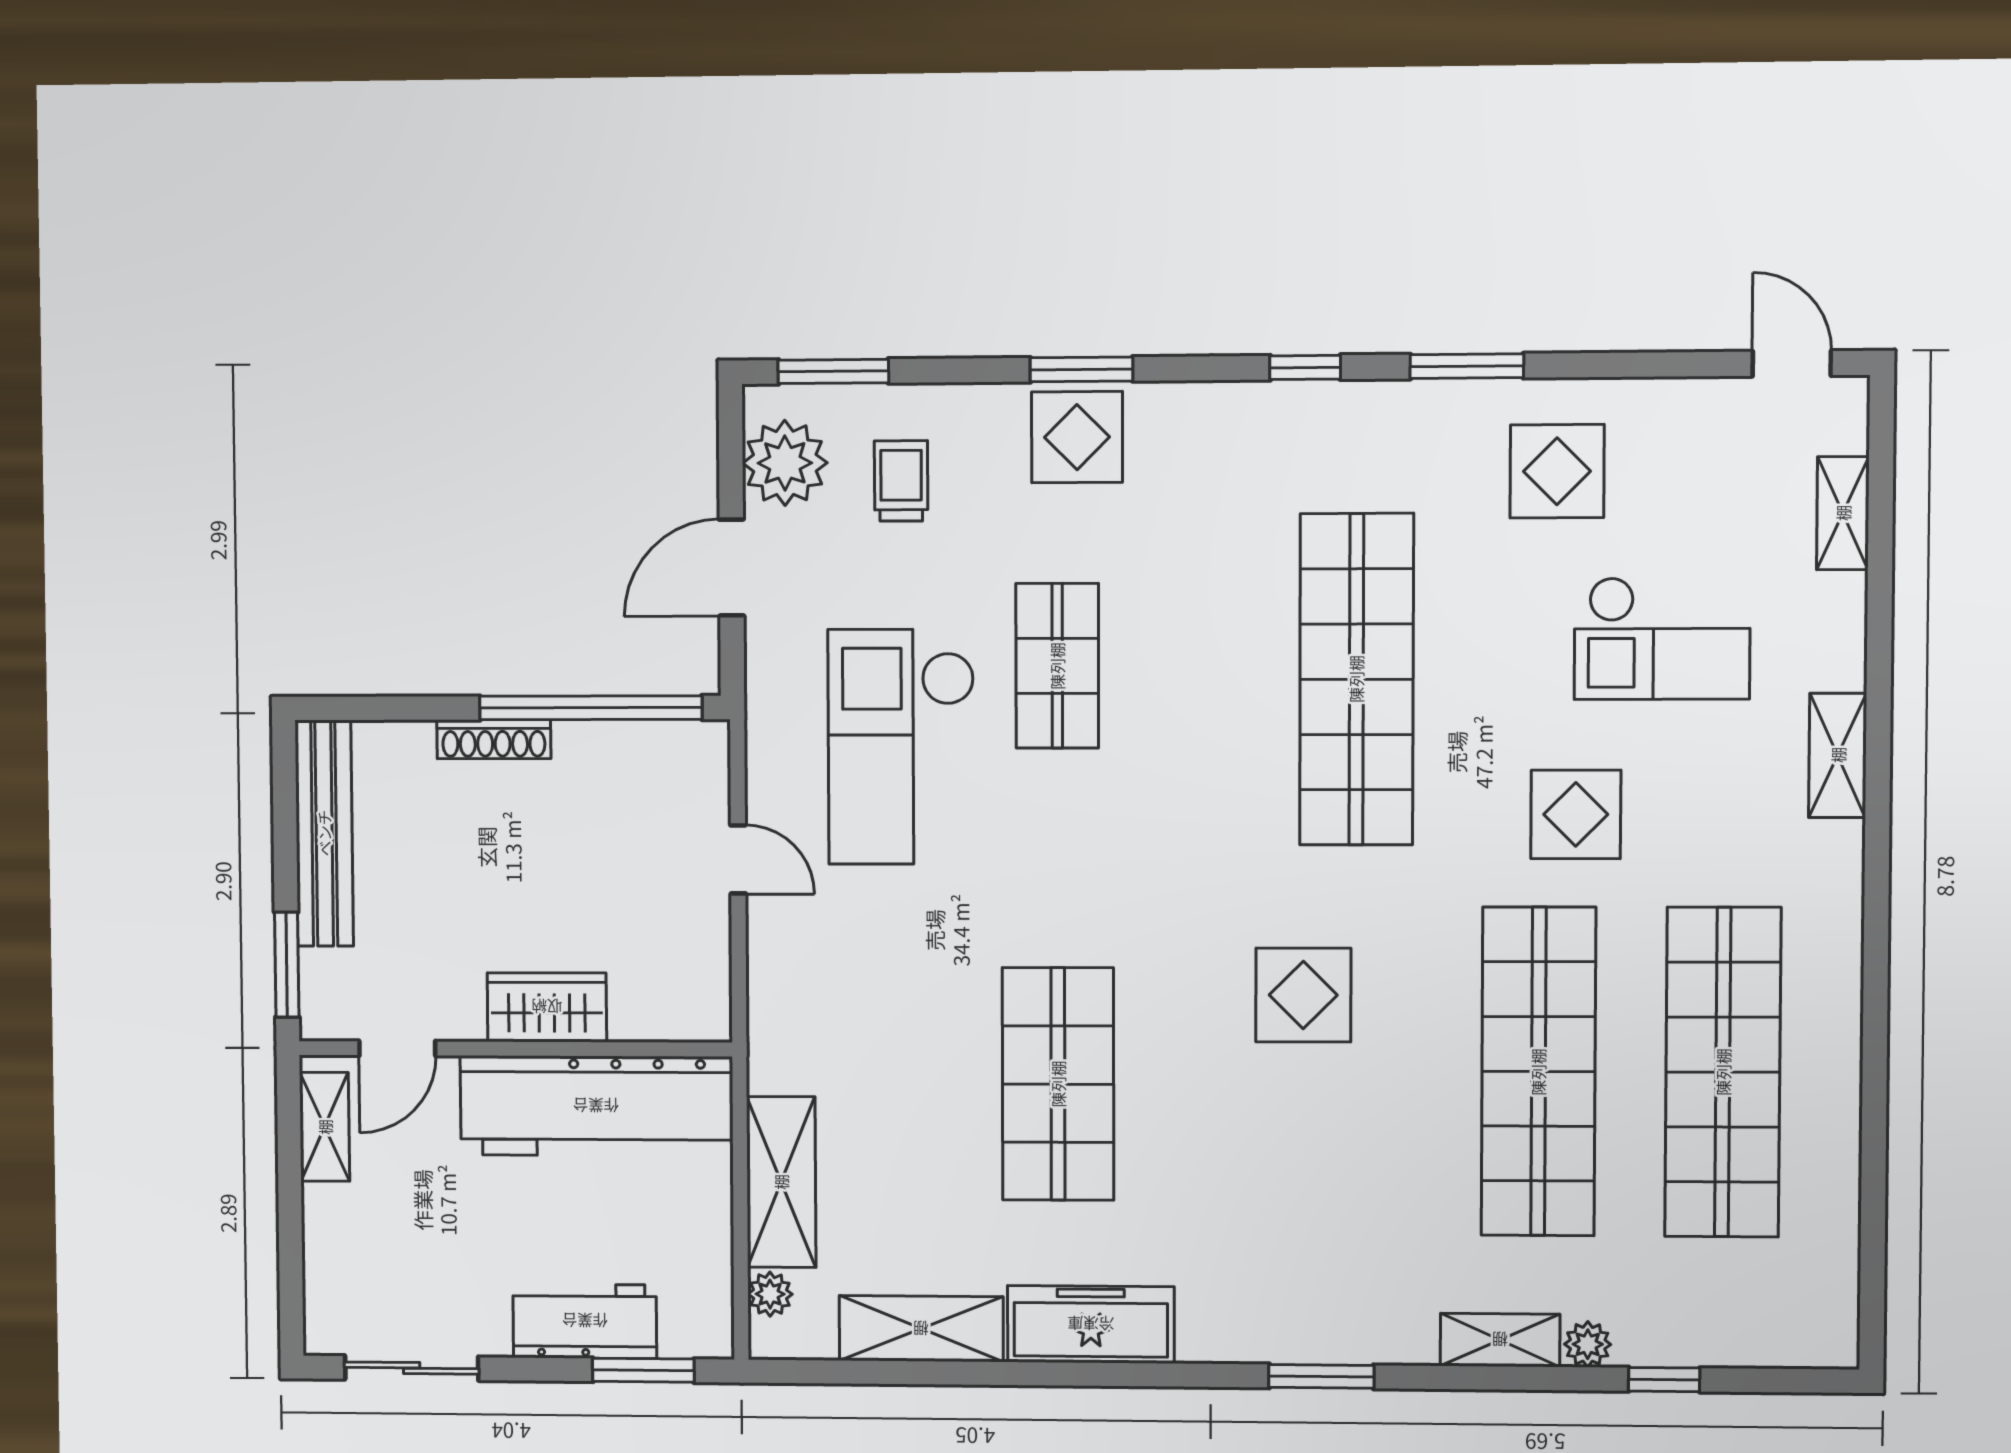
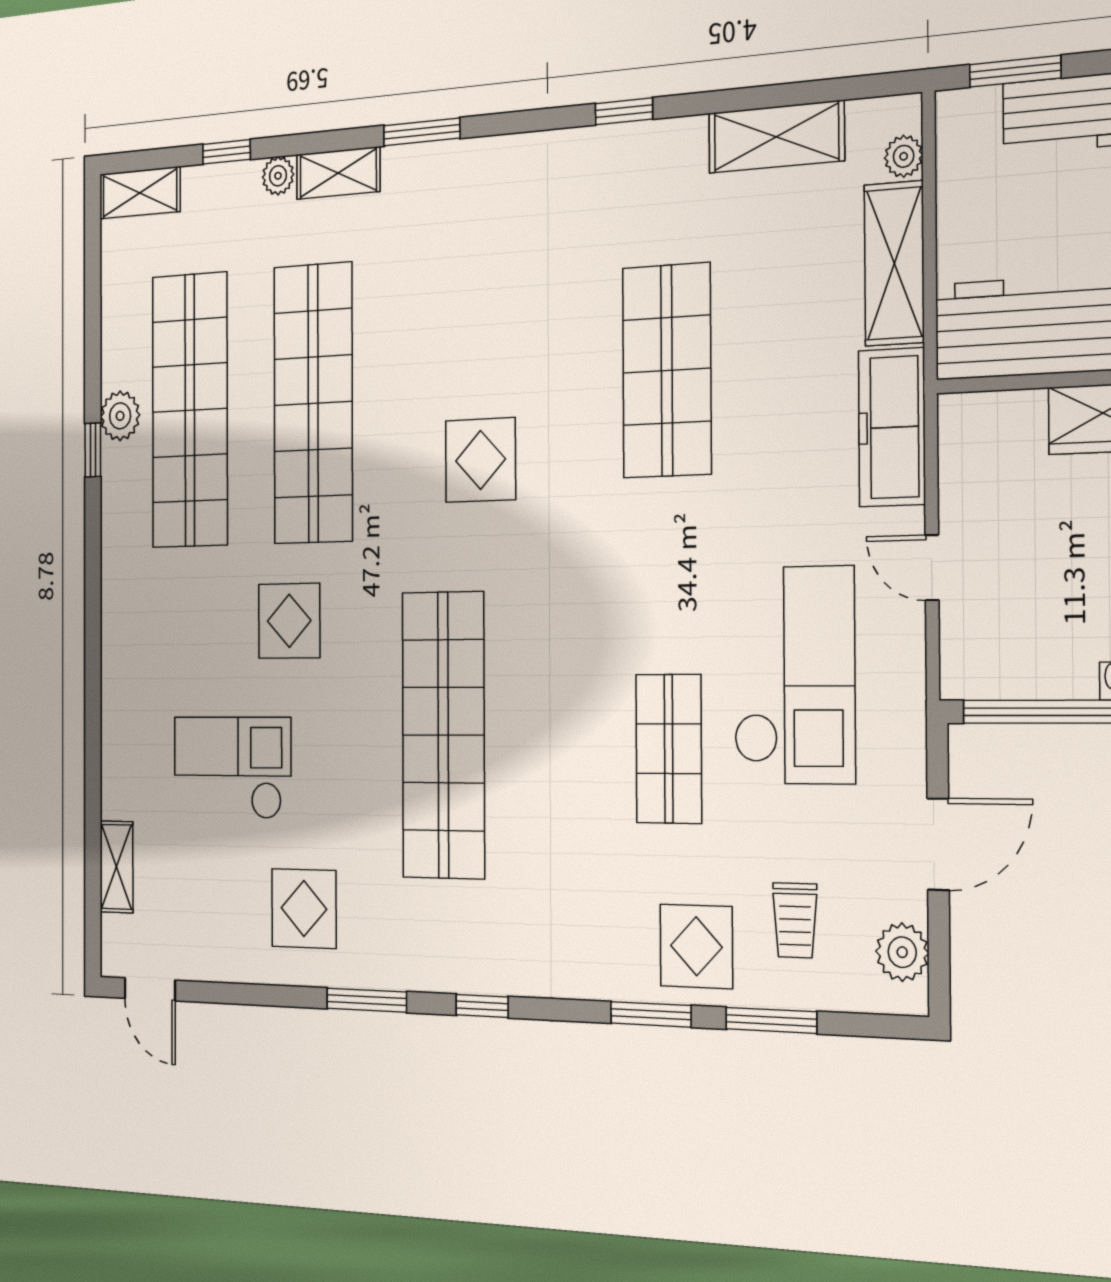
window: (833, 371) -> (771, 1020), moved
display table: (1077, 437) -> (696, 946), moved
plant: (785, 463) -> (902, 952), width x0.73, depth x0.73
shelving: (1838, 755) -> (140, 193), moved, turned 90
window: (1875, 1030) -> (93, 450), added
plant: (1831, 1070) -> (120, 416), added
freezer: (1091, 1324) -> (892, 427), moved, turned 90
window: (1111, 1374) -> (624, 111), added
window: (1321, 1376) -> (422, 132), moved

